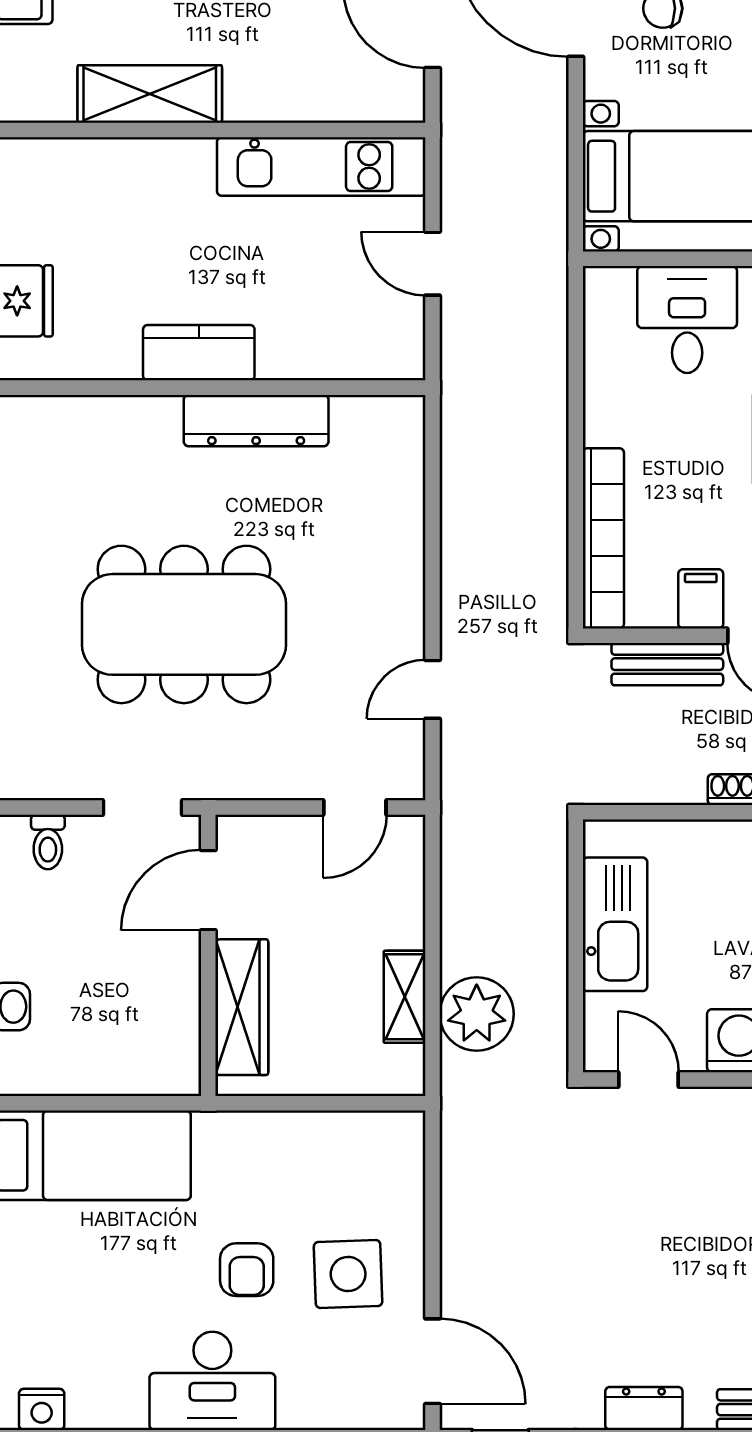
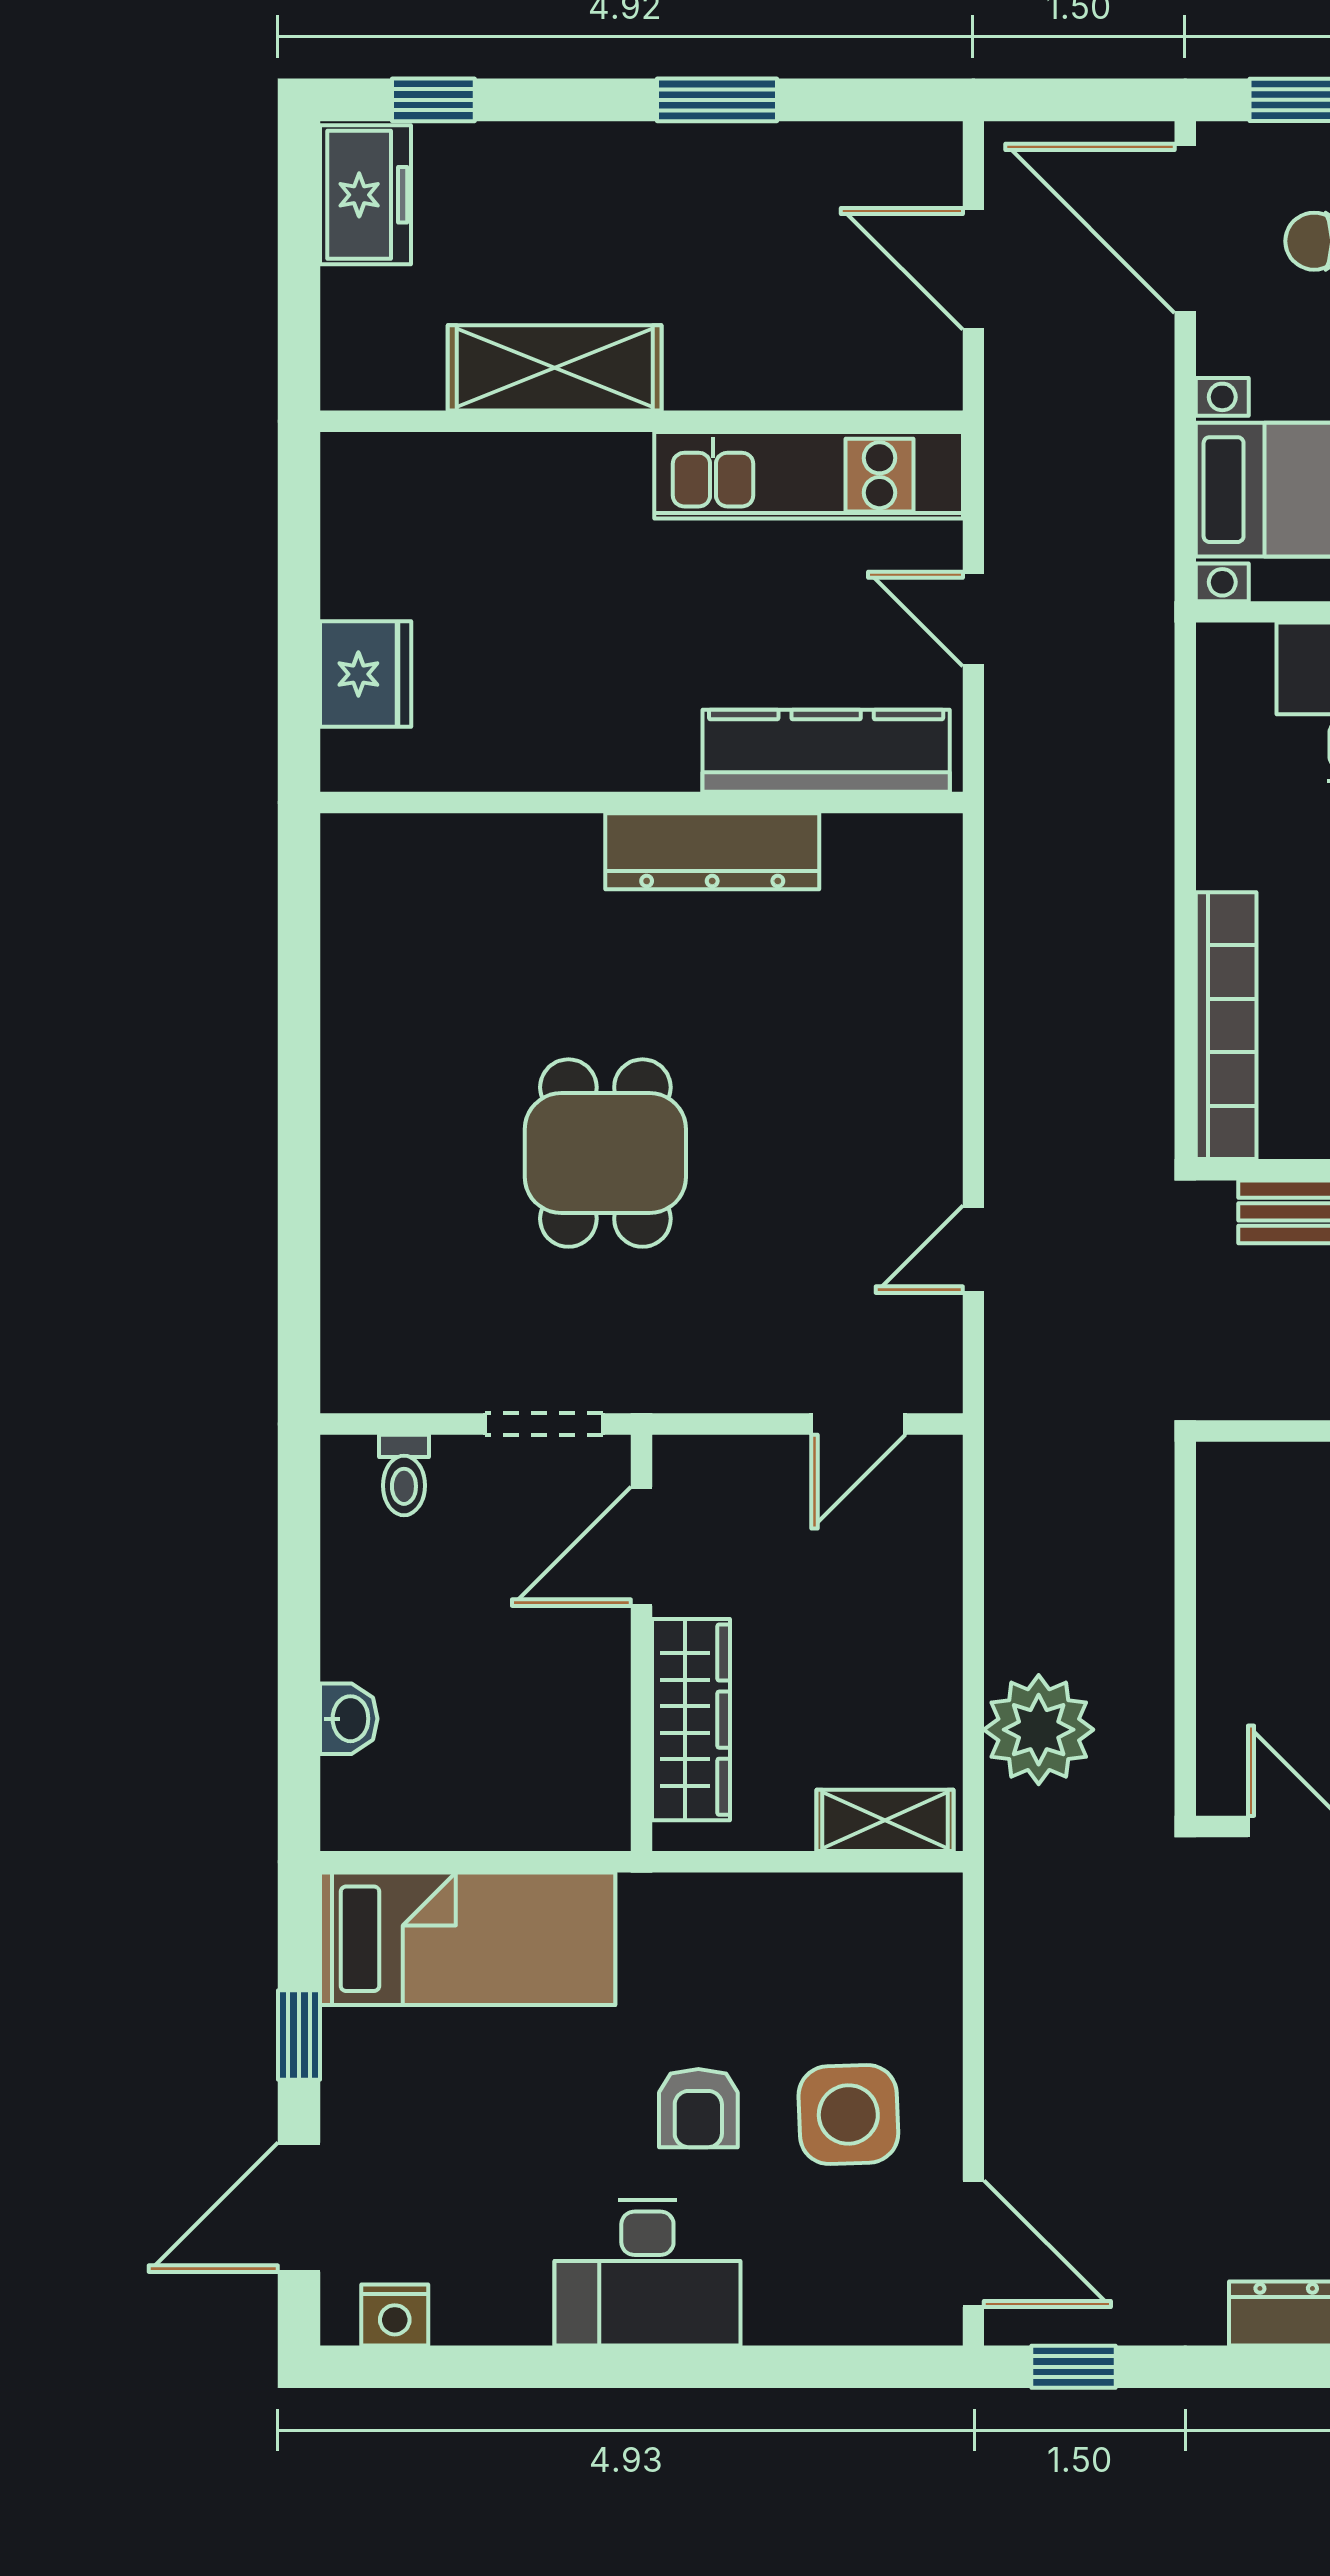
kitchen counter: (199, 353) -> (826, 751), moved, width x1.50
dining table: (184, 624) -> (605, 1153), width x0.53, depth x0.80
kitchen sink: (615, 924) -> (1243, 1597), removed
shelving: (405, 997) -> (885, 1820), moved, turned 90

